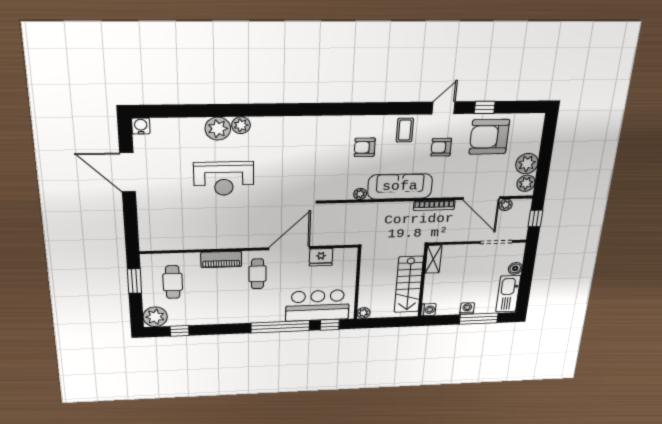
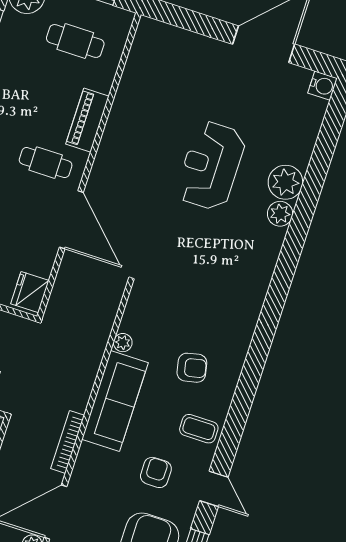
armchair: (365, 147) -> (192, 368), turned 78
fridge: (321, 257) -> (30, 292), moved

